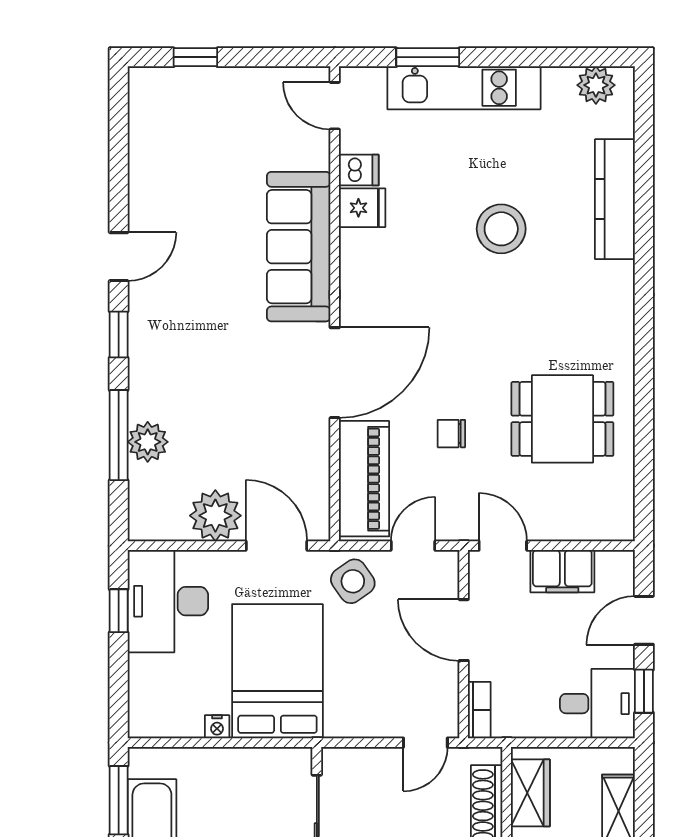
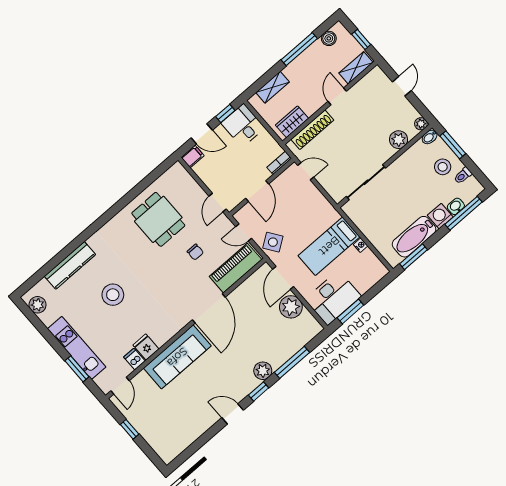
window: (195, 57) -> (130, 429), moved
door: (335, 373) -> (209, 308), swing flipped
plant: (148, 442) -> (263, 371), moved
filing cabinet: (562, 571) -> (193, 157), moved, width x0.50
window: (119, 611) -> (350, 311), width x1.50
bed: (277, 671) -> (329, 246), width x0.67

